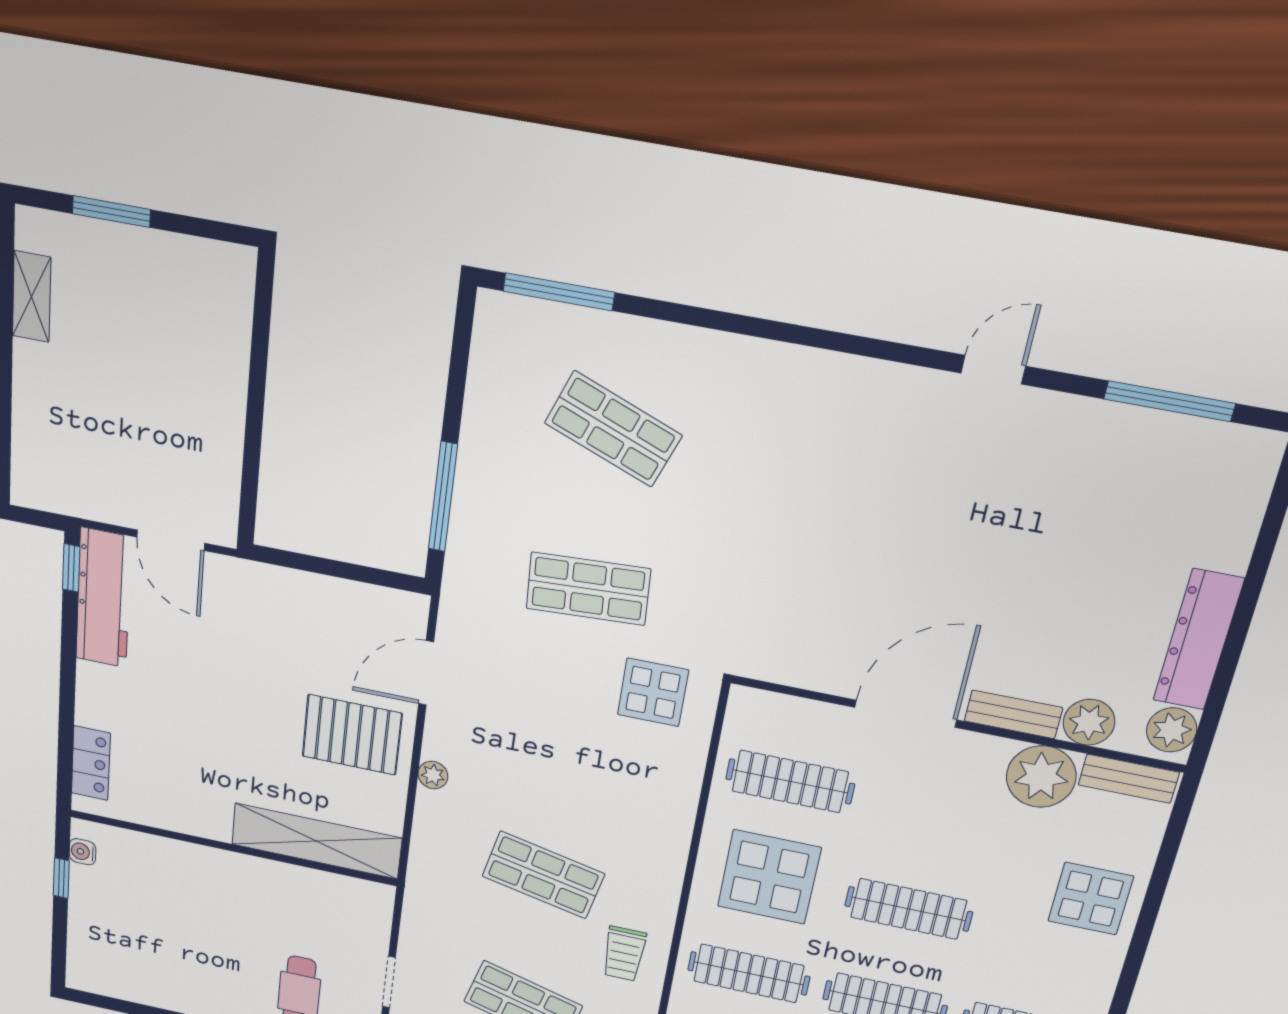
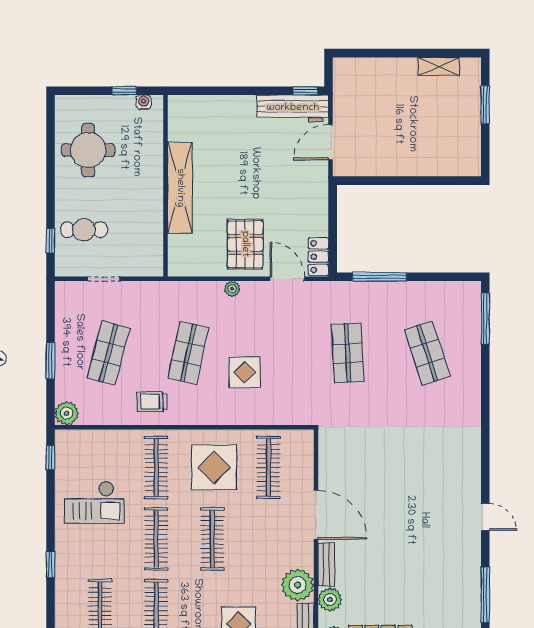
shop shelf: (613, 429) -> (427, 353), turned -39
display table: (653, 692) -> (245, 372), moved
locker: (91, 763) -> (318, 257), moved, turned 90
shelving: (316, 841) -> (180, 188), moved
round table: (161, 957) -> (88, 150), added

